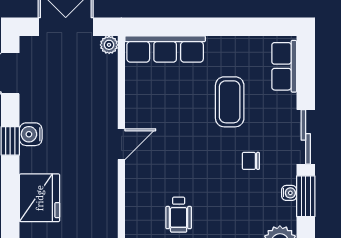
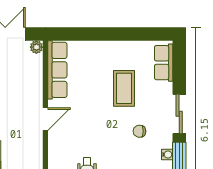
row of seats: (165, 49) -> (57, 70), moved, turned -90

